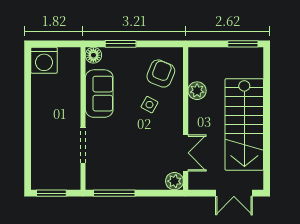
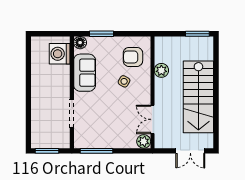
washing machine: (44, 60) -> (60, 54), moved, turned 90
armchair: (161, 74) -> (133, 57), turned -112
double door: (186, 153) -> (152, 119), swing flipped

